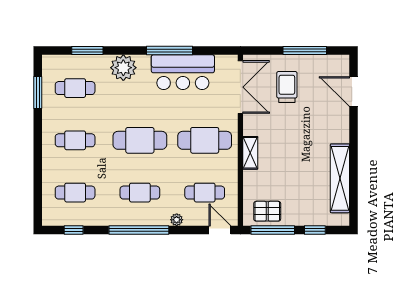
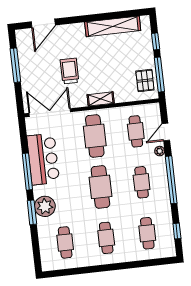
window: (87, 51) -> (32, 212), moved
trolley: (287, 87) -> (70, 71), moved, turned 90
window: (38, 92) -> (72, 272), removed
door: (220, 230) -> (166, 132), moved

